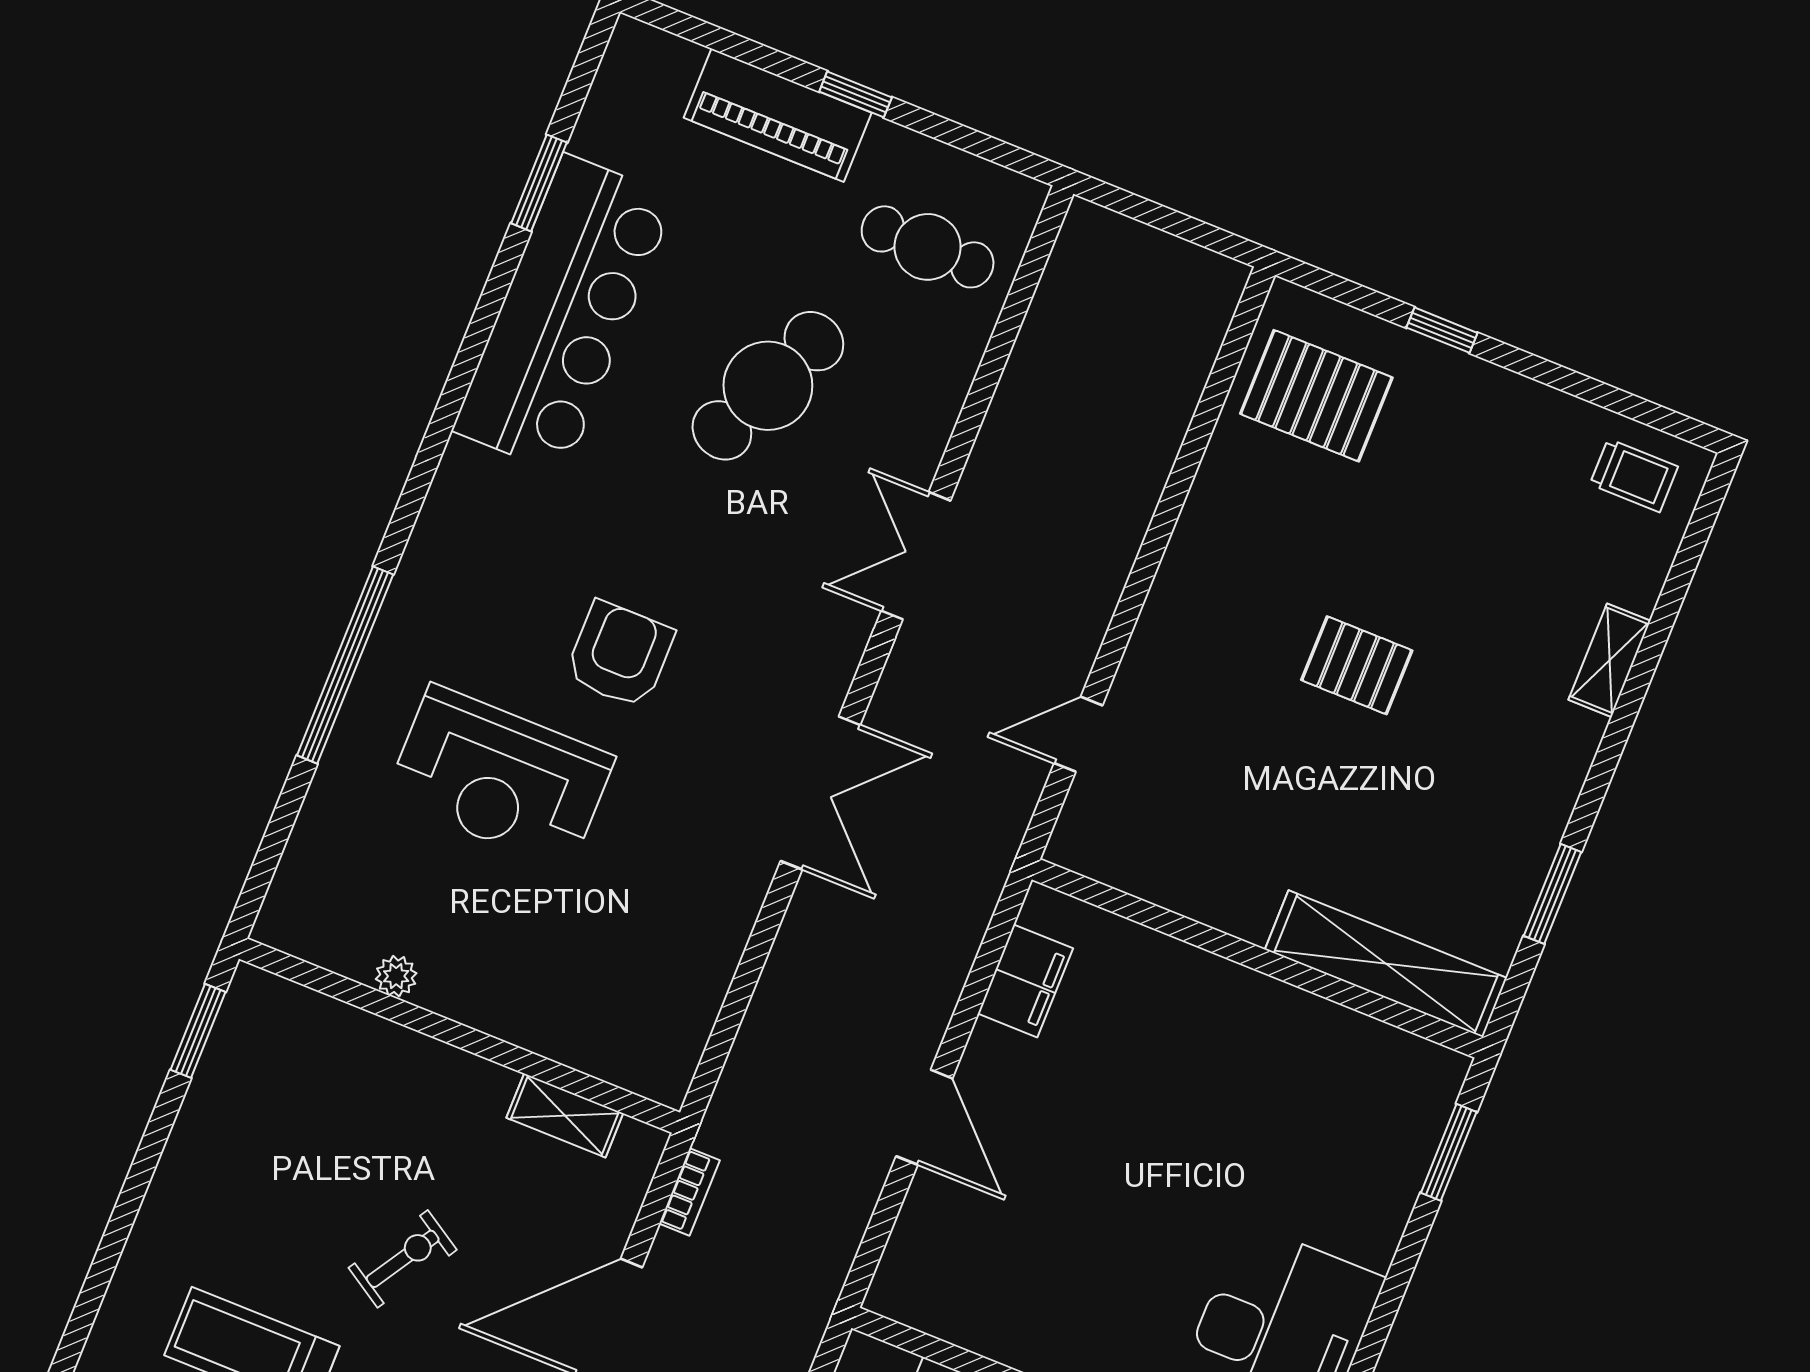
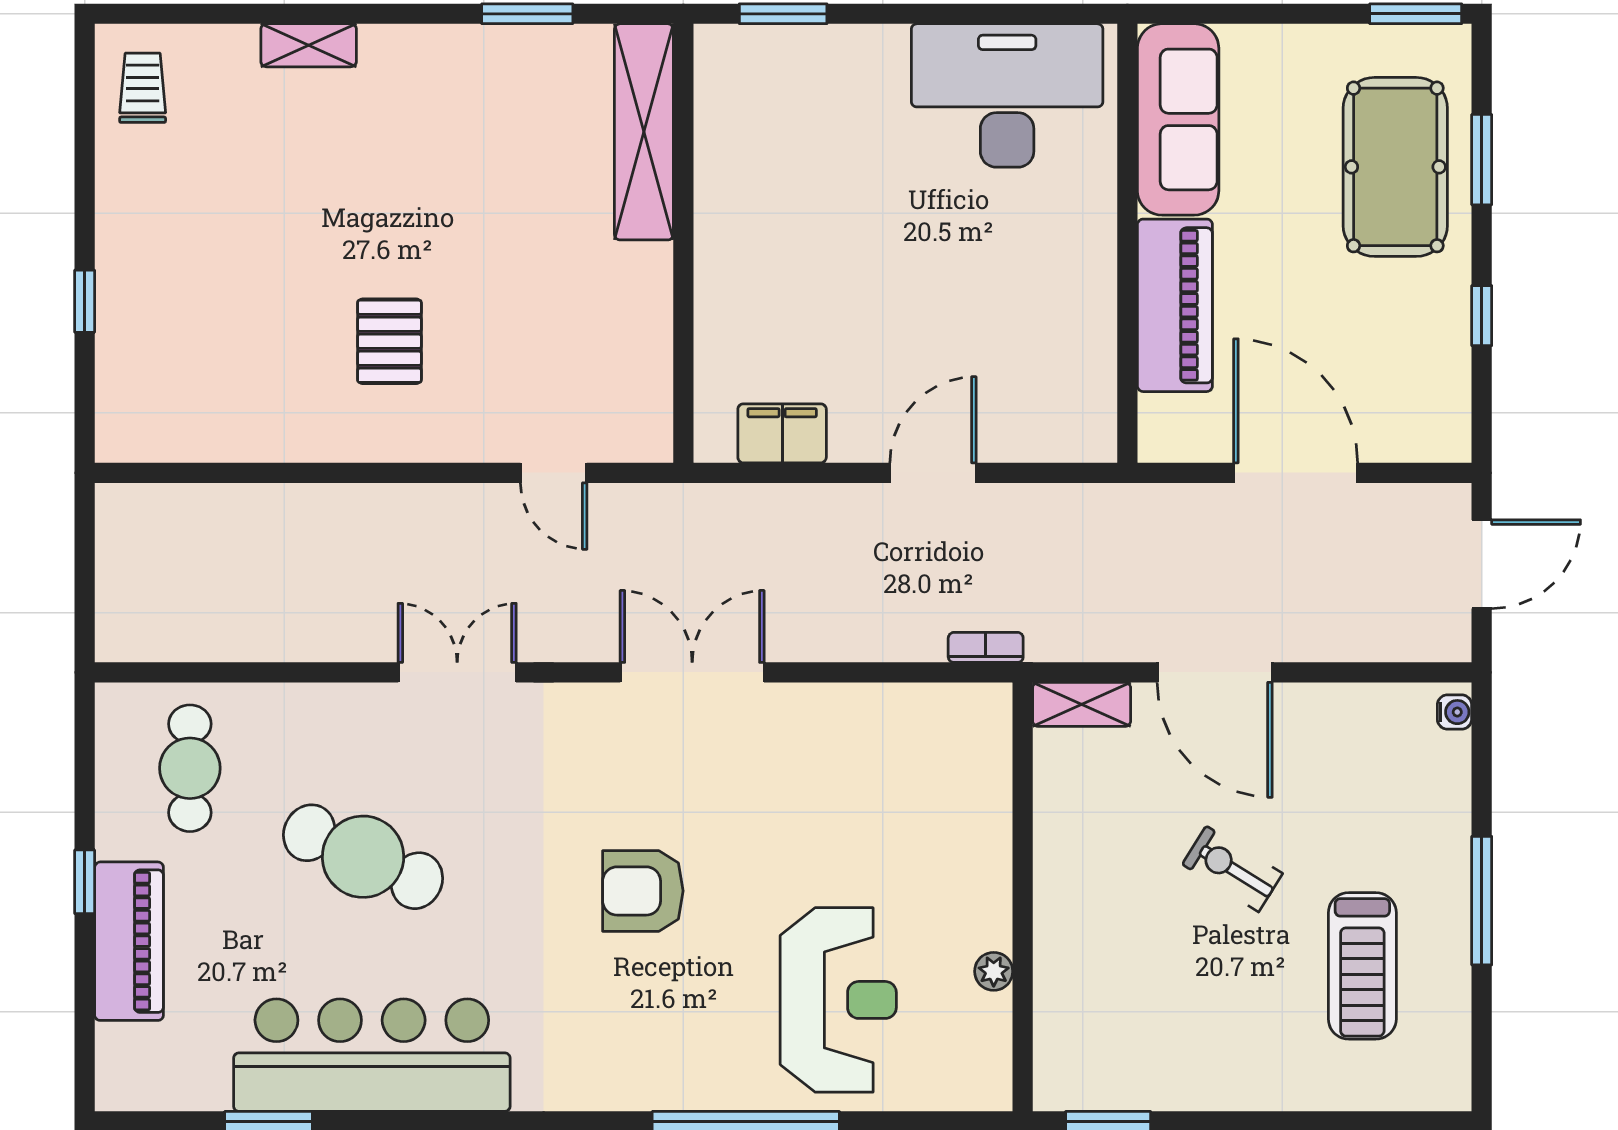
pallet: (1316, 396) -> (184, 386), removed
double door: (916, 556) -> (457, 672), swing flipped
pallet: (1357, 665) -> (389, 341), moved
reception desk: (500, 778) -> (838, 1000), moved
shelving: (565, 1116) -> (1082, 704), moved, turned 90
bookcase: (689, 1192) -> (986, 647), moved

